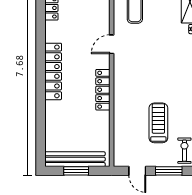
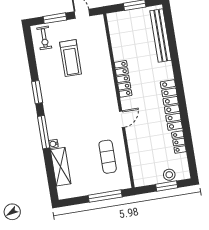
locker: (53, 71) -> (171, 105), moved
bench: (75, 159) -> (161, 35), moved, turned 90

